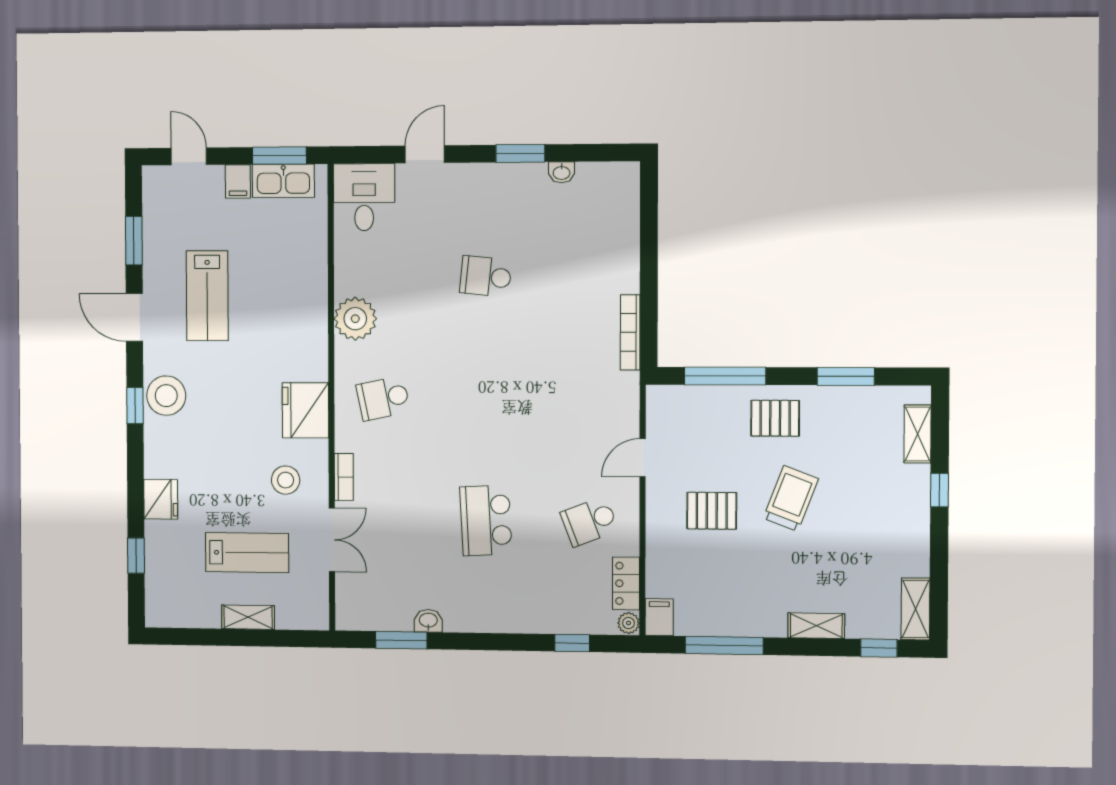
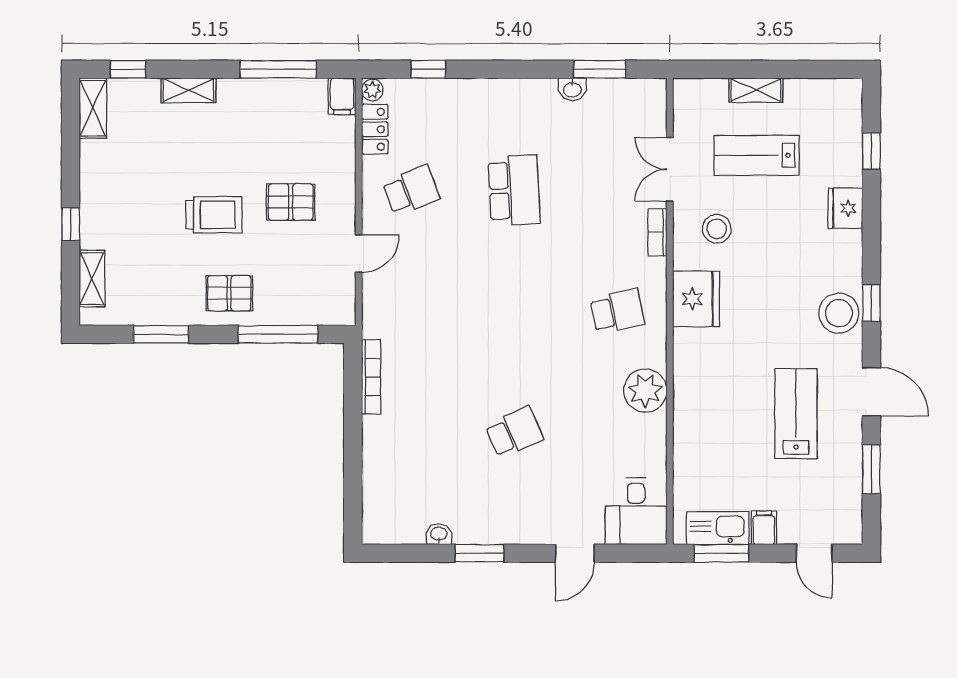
school desk: (486, 276) -> (514, 432), turned -30
trolley: (791, 498) -> (214, 215), turned -111

